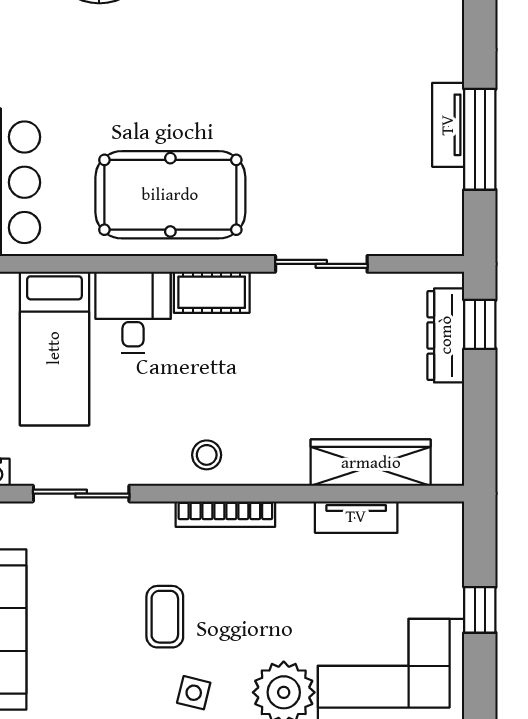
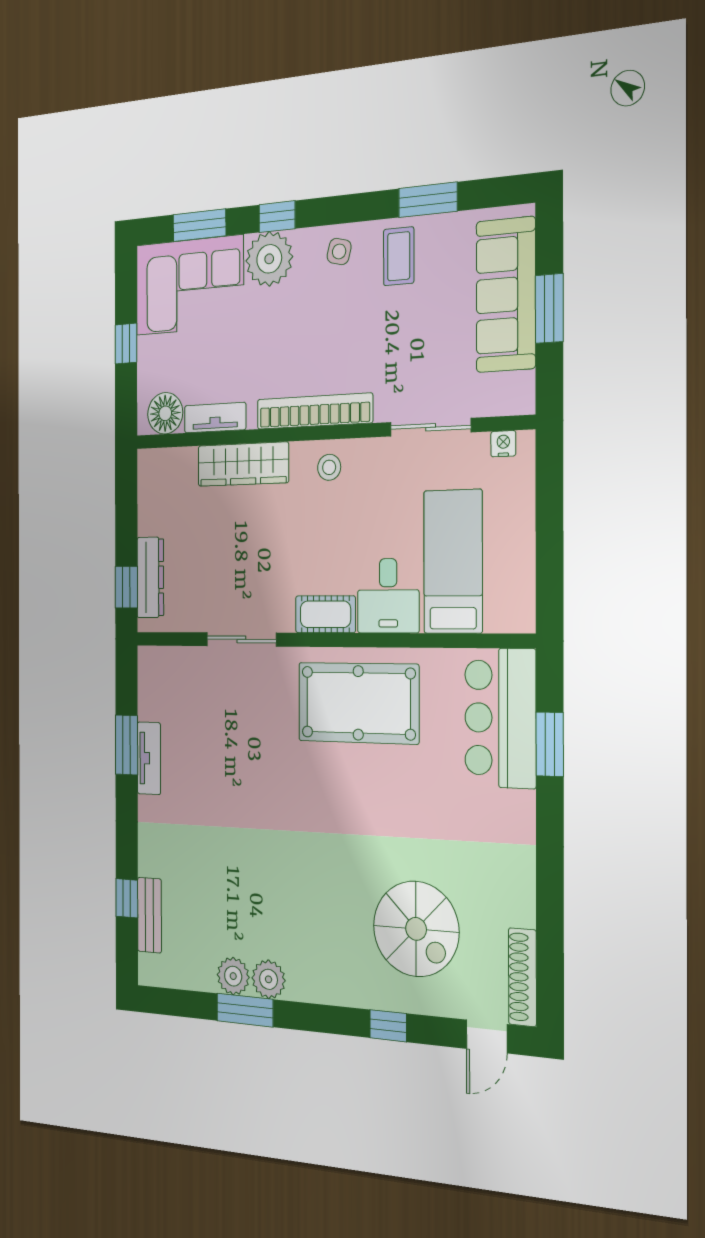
window: (480, 139) -> (127, 745), width x0.69
wardrobe: (371, 463) -> (243, 464), moved
bookcase: (225, 514) -> (314, 411), width x1.48, depth x1.31
floor lamp: (425, 525) -> (165, 413), added
coffee table: (165, 617) -> (399, 256), moved

